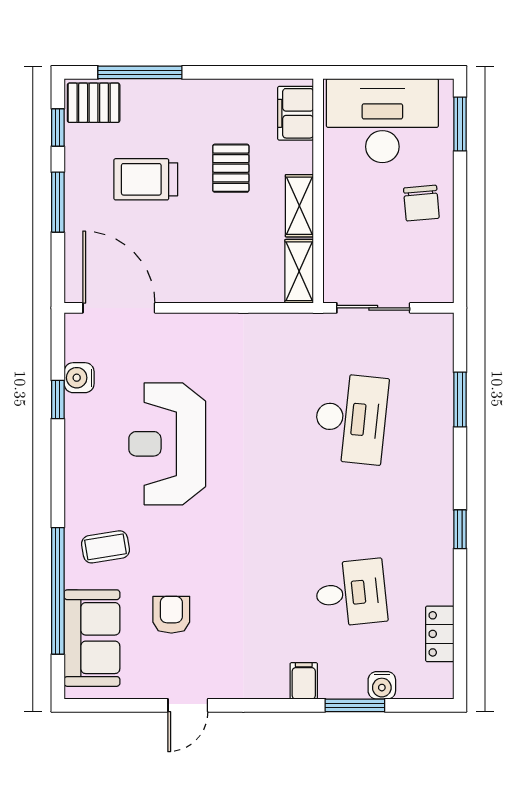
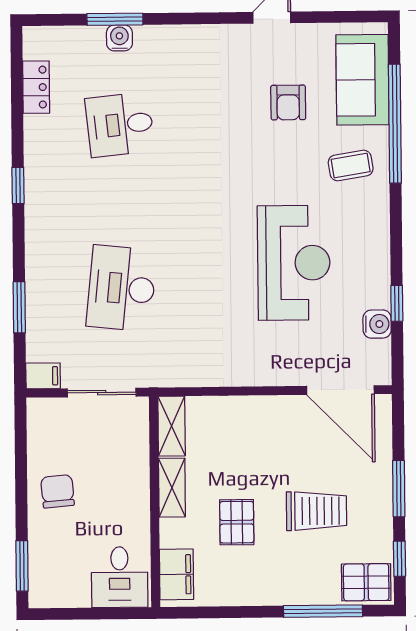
desk: (382, 121) -> (120, 577), width x0.53, depth x0.77
filing cabinet: (304, 681) -> (43, 376), moved, turned -90
water cooler: (382, 685) -> (119, 38), moved

